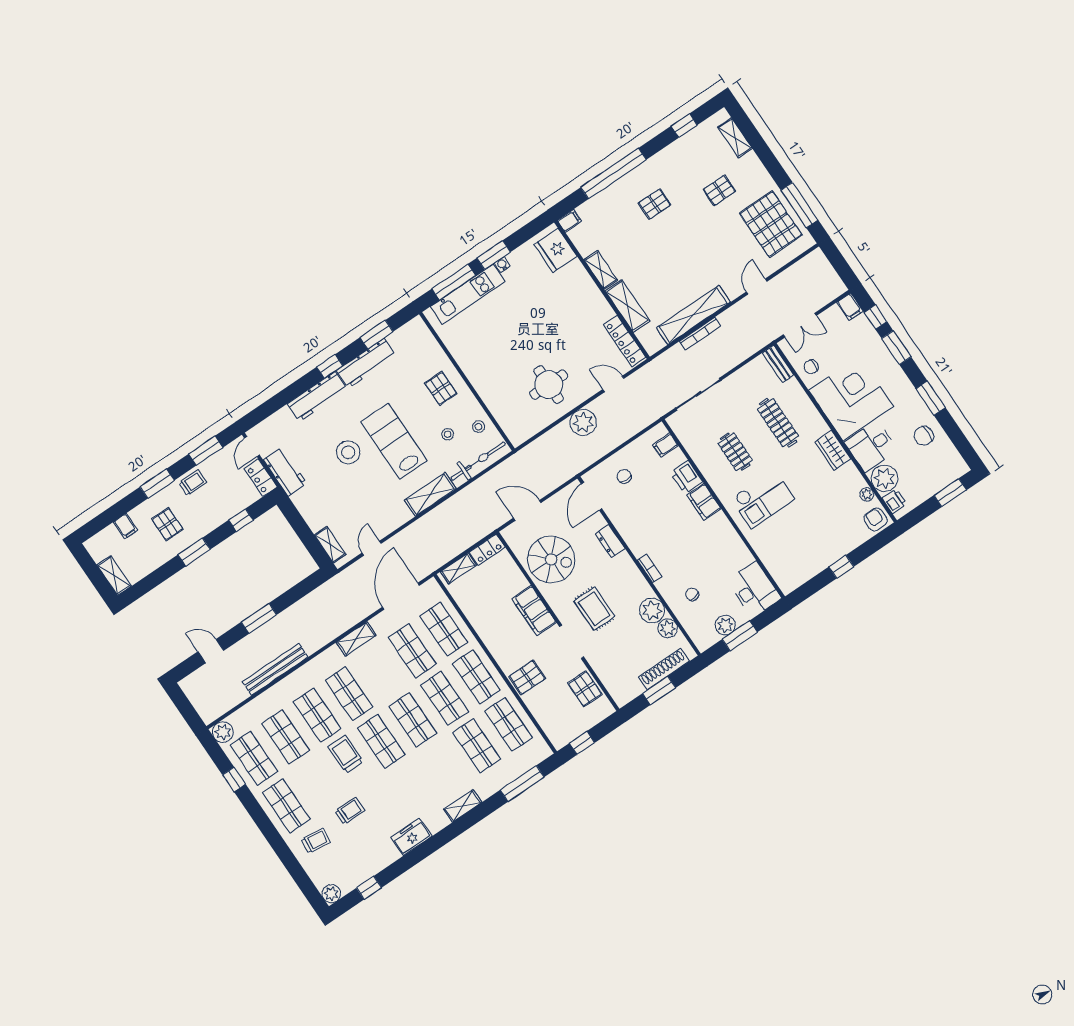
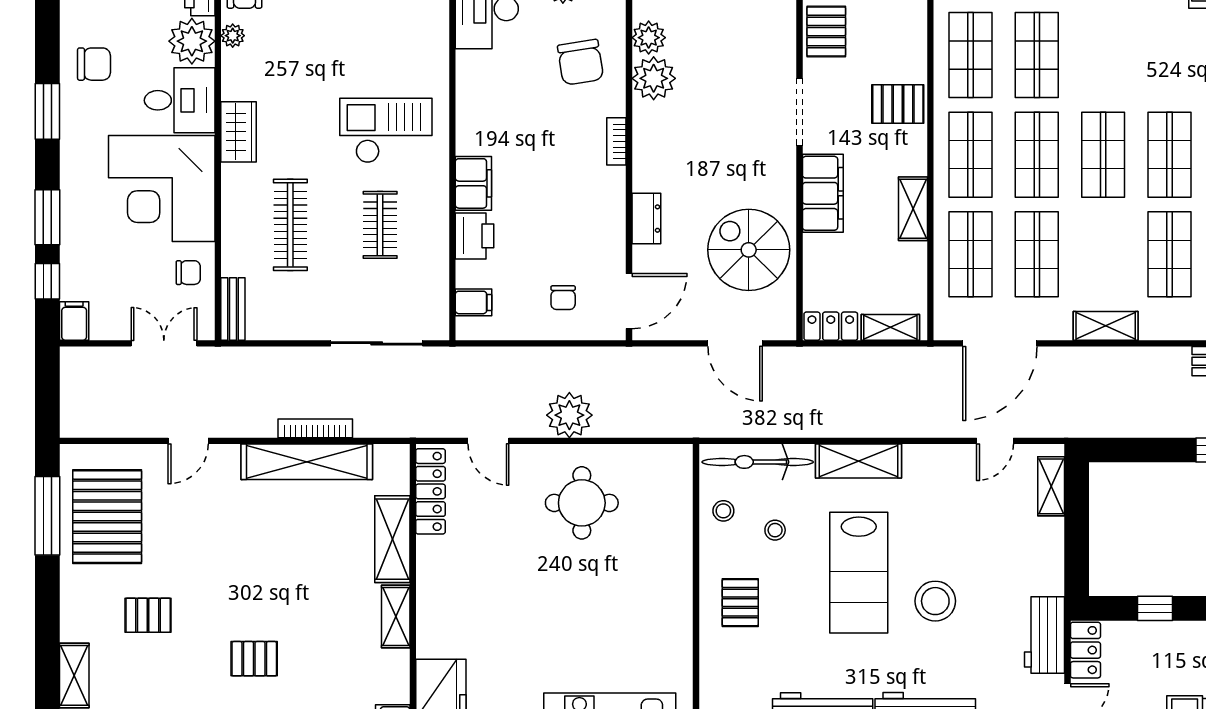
chair: (692, 594) -> (581, 62), width x1.87, depth x1.87
rug: (594, 609) -> (735, 137), removed
shelving: (486, 632) -> (913, 209), added

